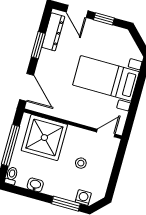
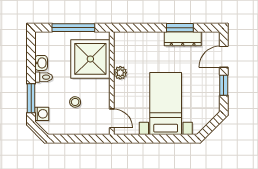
dresser: (53, 32) -> (183, 39), moved
door: (27, 87) -> (135, 28), removed
plant: (65, 113) -> (120, 73), added
toilet: (11, 176) -> (44, 77), moved

